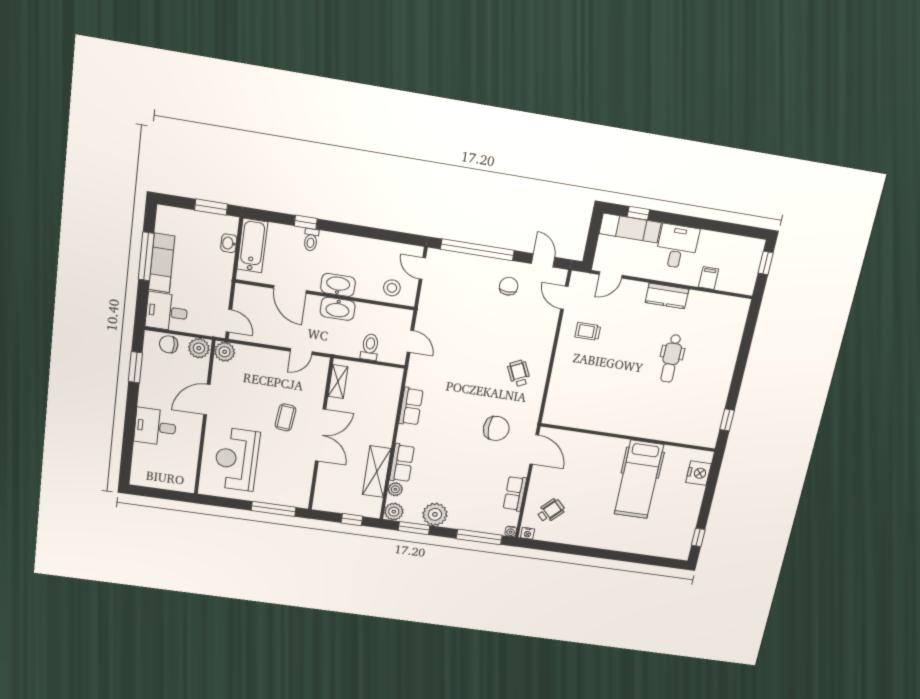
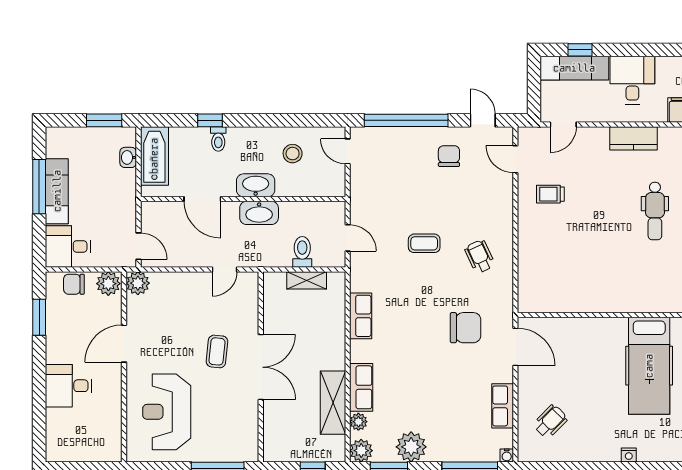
stool: (392, 288) -> (293, 154), moved
coffee table: (474, 356) -> (424, 243), added
shelving: (338, 382) -> (307, 280), moved, turned 90
nightstand: (528, 533) -> (629, 455), moved

